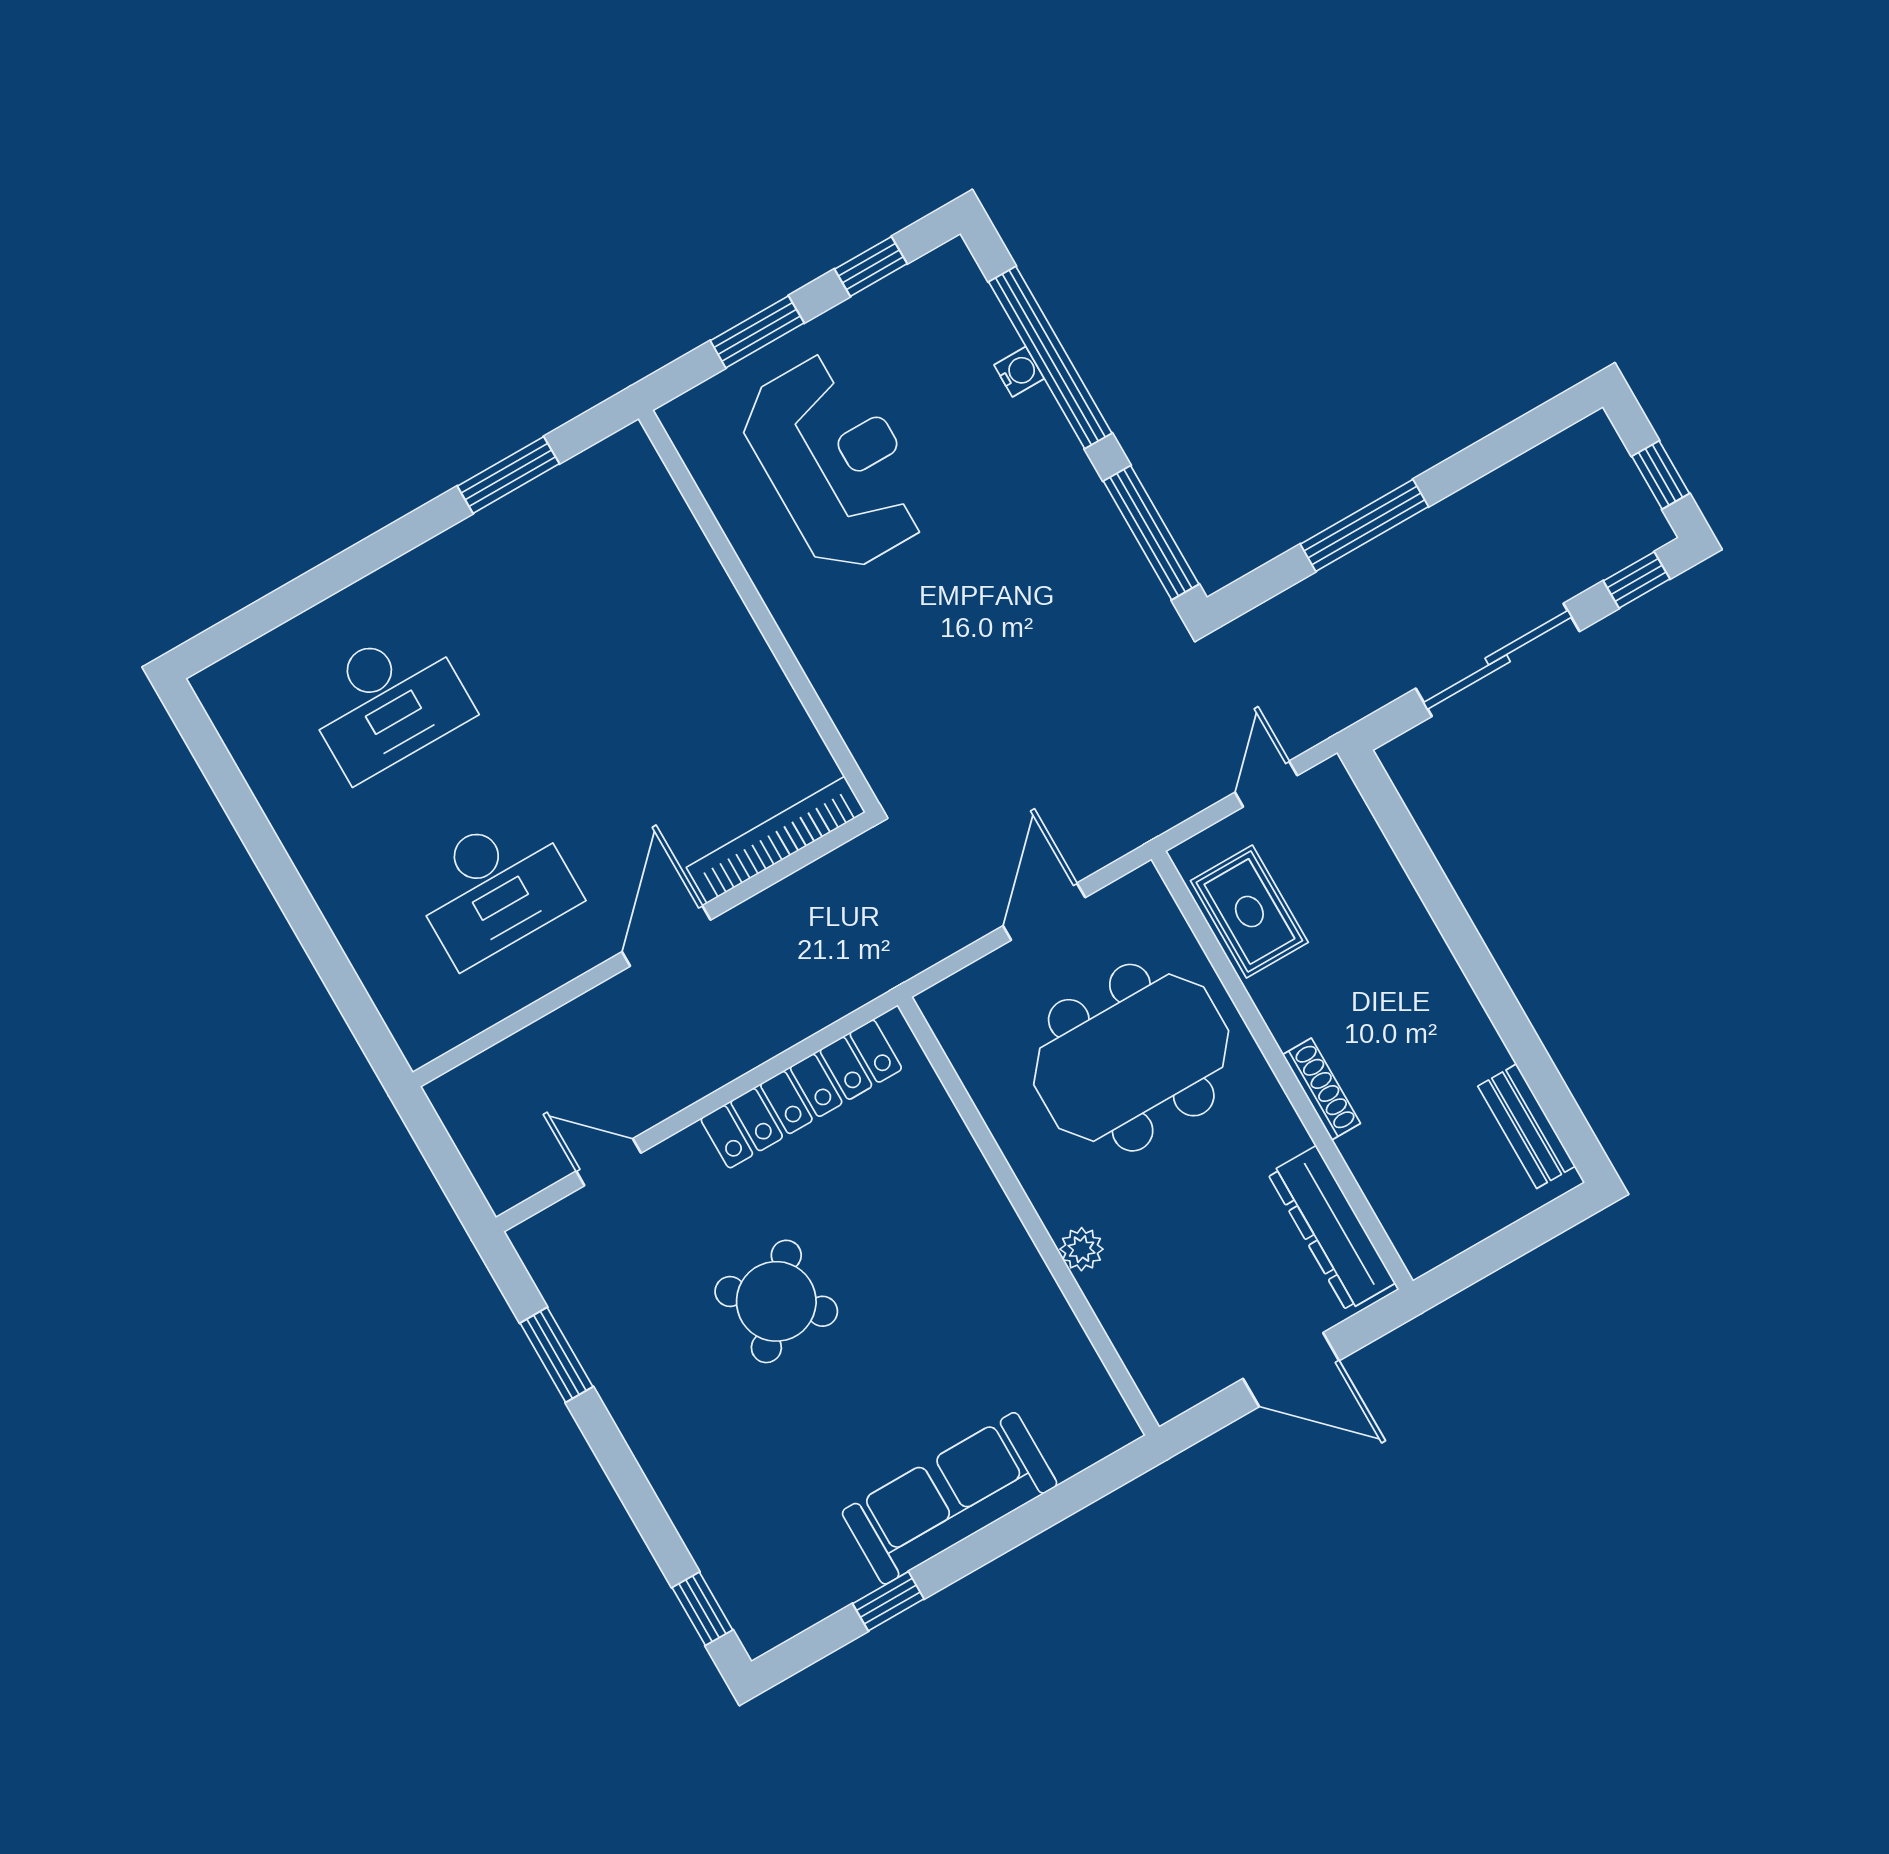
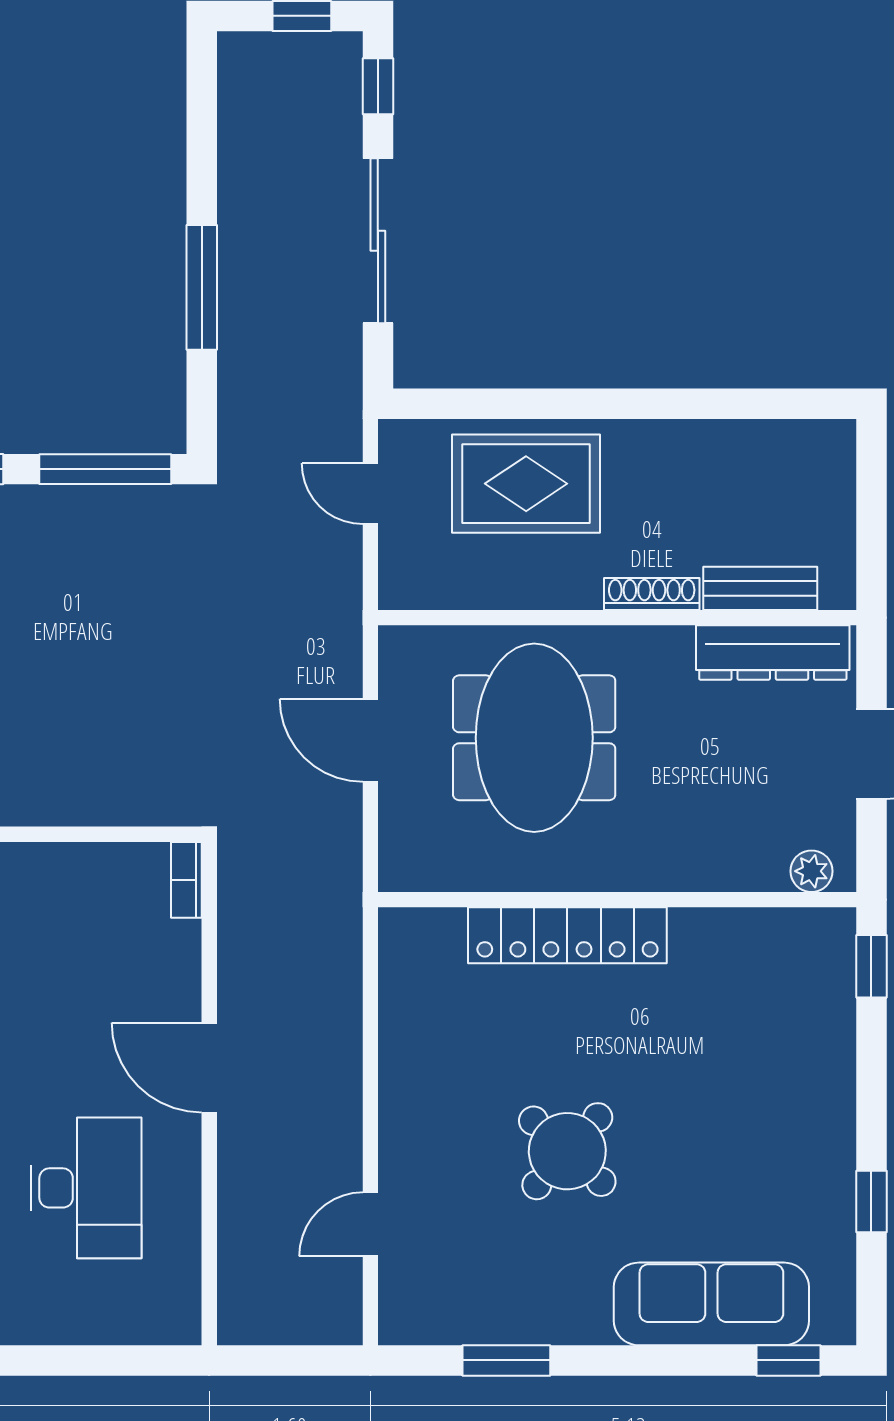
bookcase: (776, 840) -> (186, 880), width x0.43, depth x0.76
rug: (1249, 912) -> (526, 484), moved, width x1.36, depth x1.43
locker: (801, 1094) -> (567, 935), moved, turned 90
bench: (1527, 1126) -> (760, 588), moved
plant: (1082, 1249) -> (812, 871), moved
window: (1100, 1479) -> (871, 966), added
sofa: (950, 1498) -> (711, 1304), moved, turned 90

